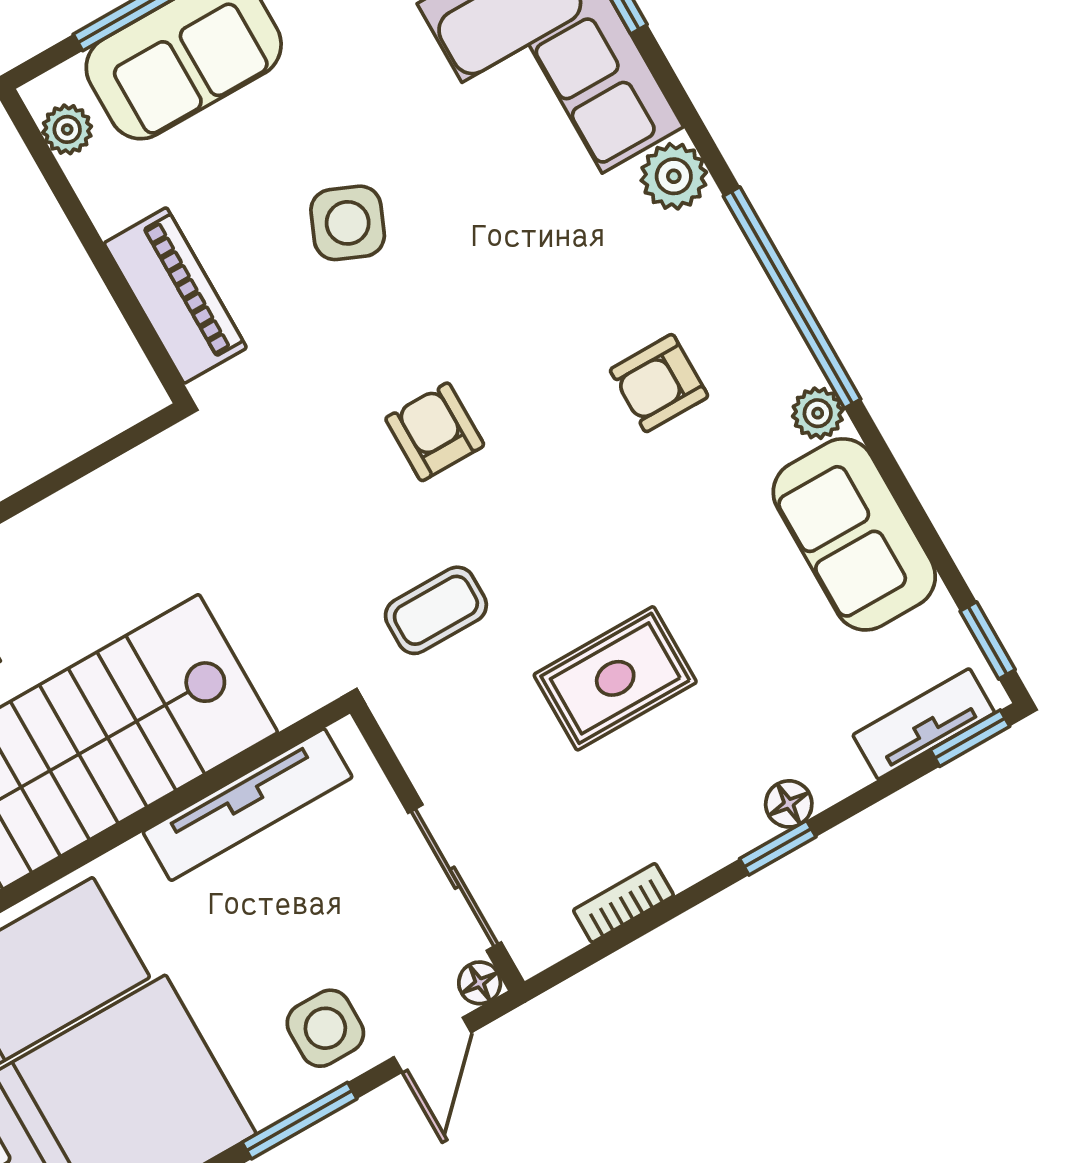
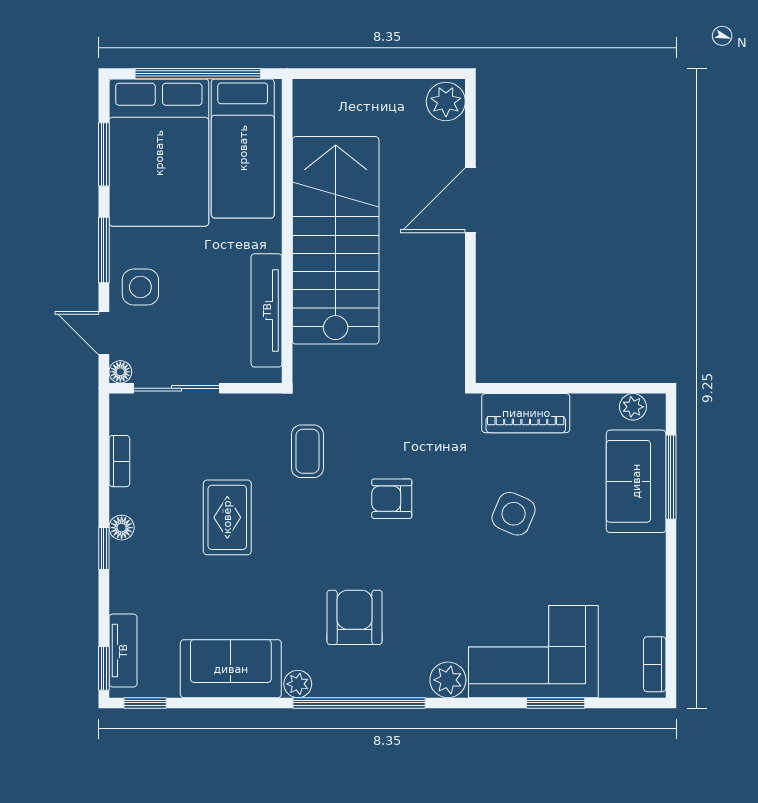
armchair: (659, 383) -> (355, 617), width x1.38, depth x1.38
armchair: (435, 432) -> (392, 499), turned 180
floor lamp: (789, 804) -> (122, 528), moved

